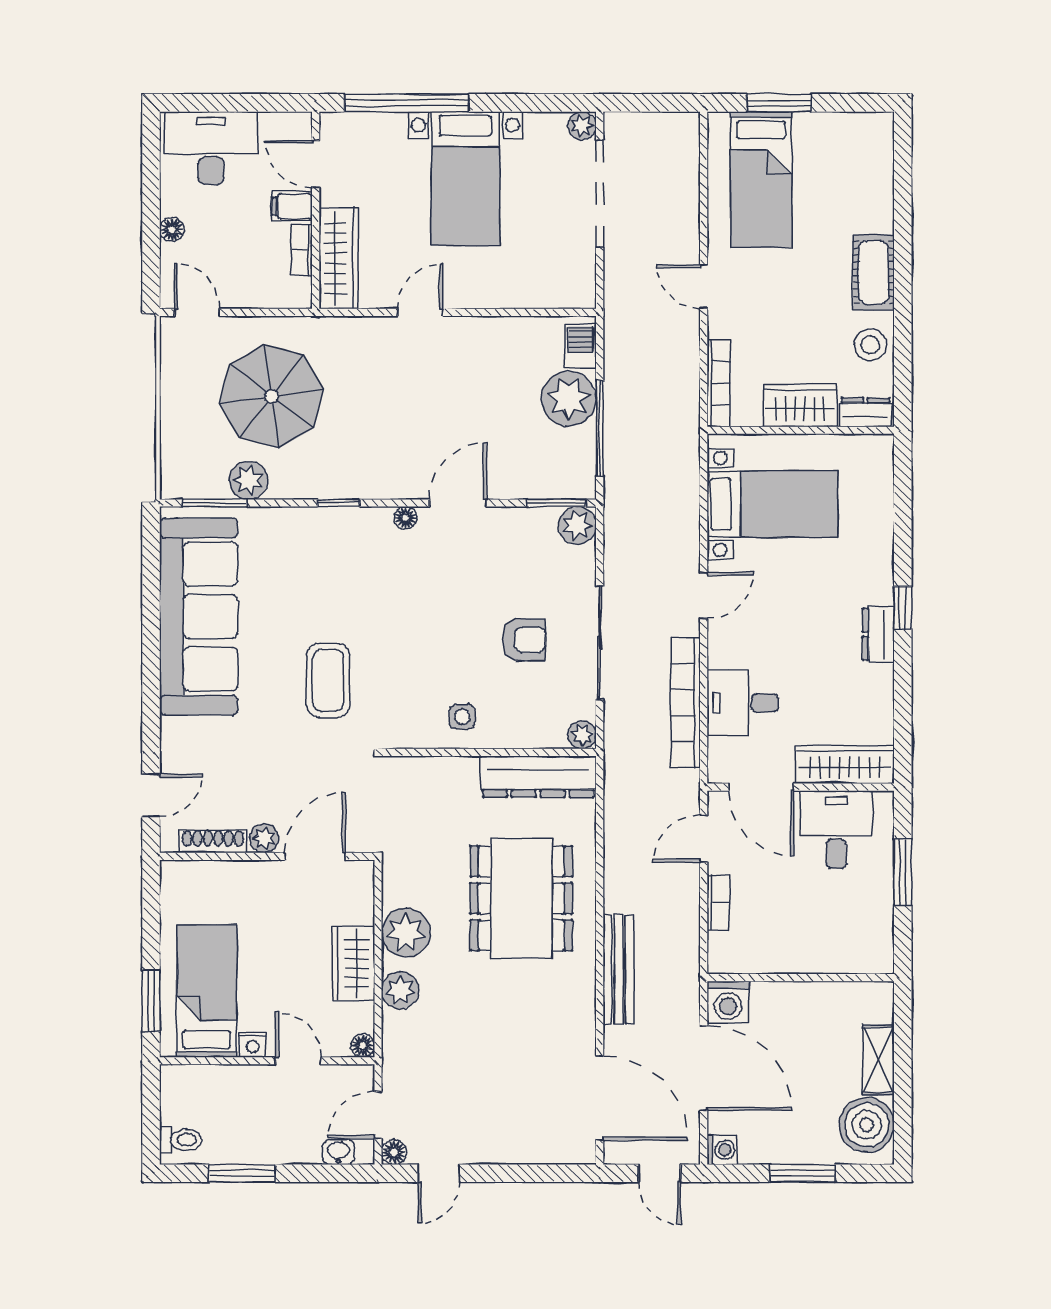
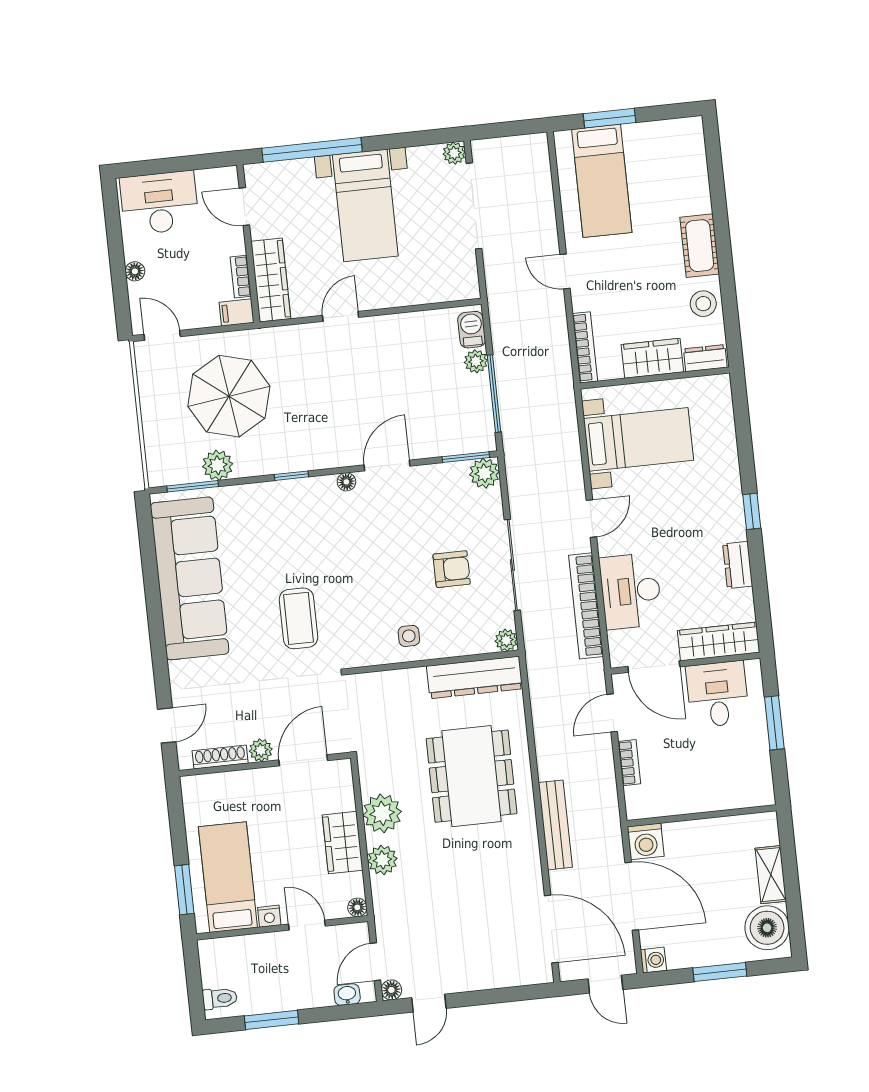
filing cabinet: (292, 206) -> (237, 312), moved
plant: (569, 399) -> (476, 361), width x0.53, depth x0.53
dresser: (878, 634) -> (738, 565), moved
desk: (743, 703) -> (631, 591), width x1.37

